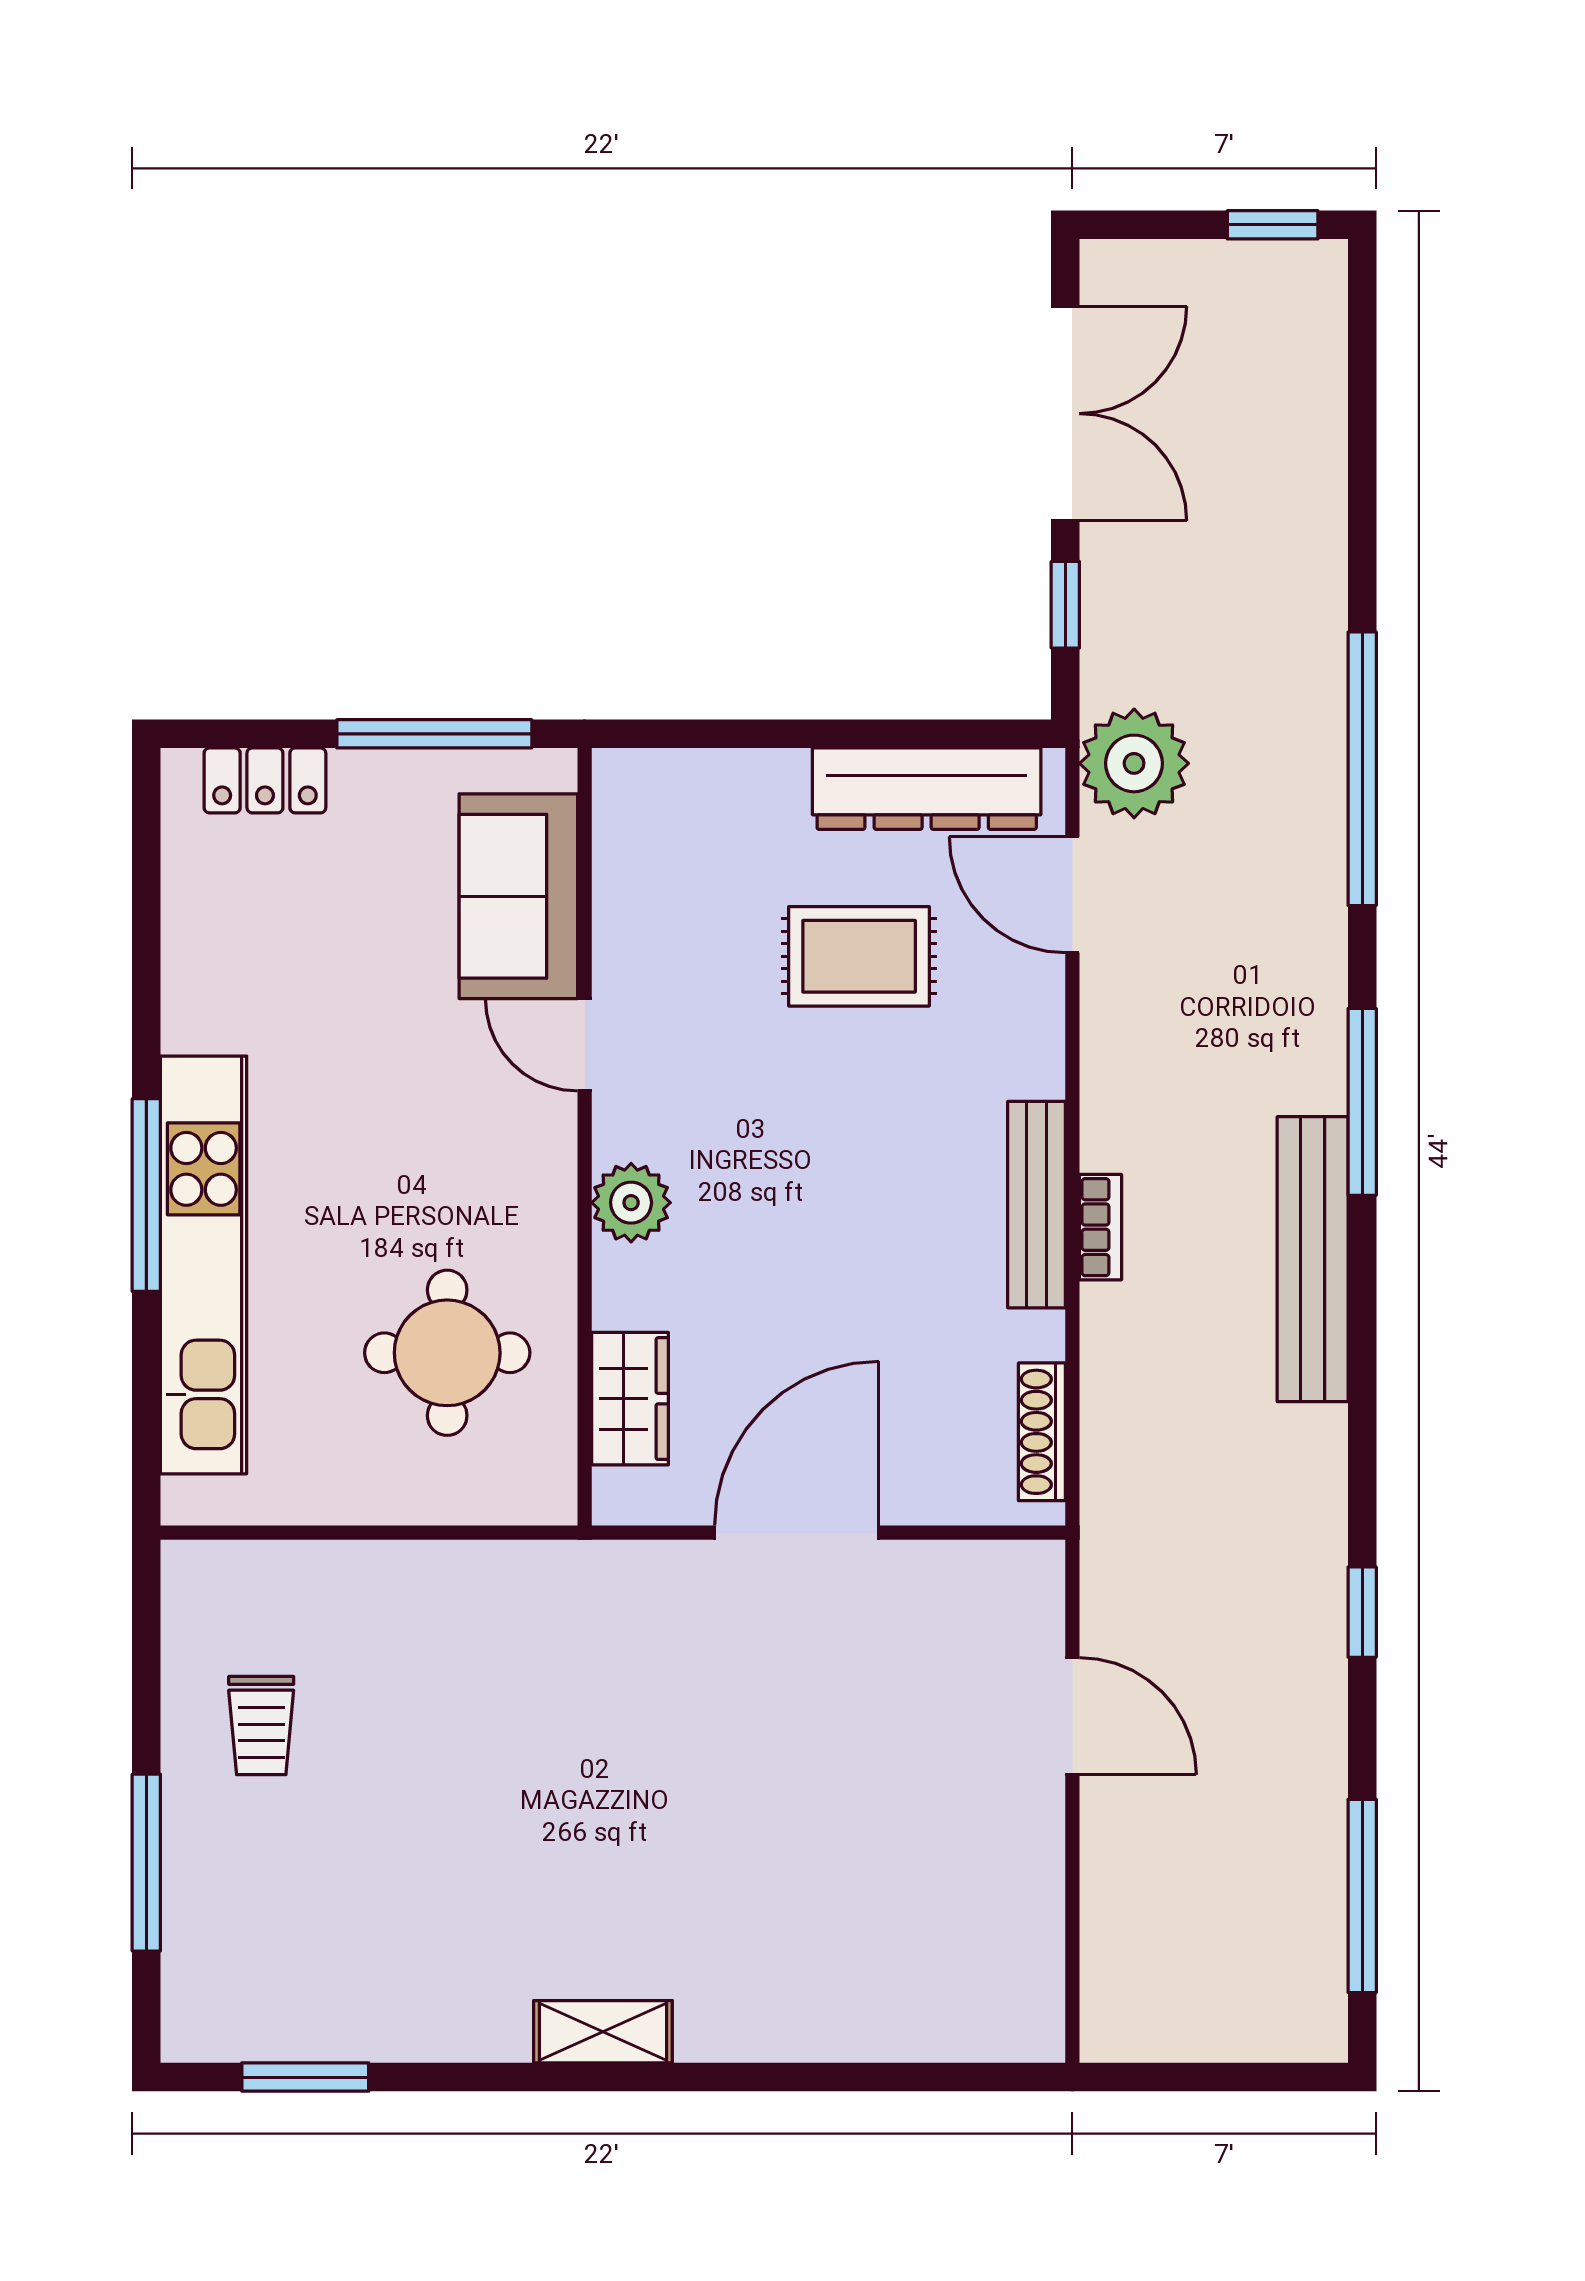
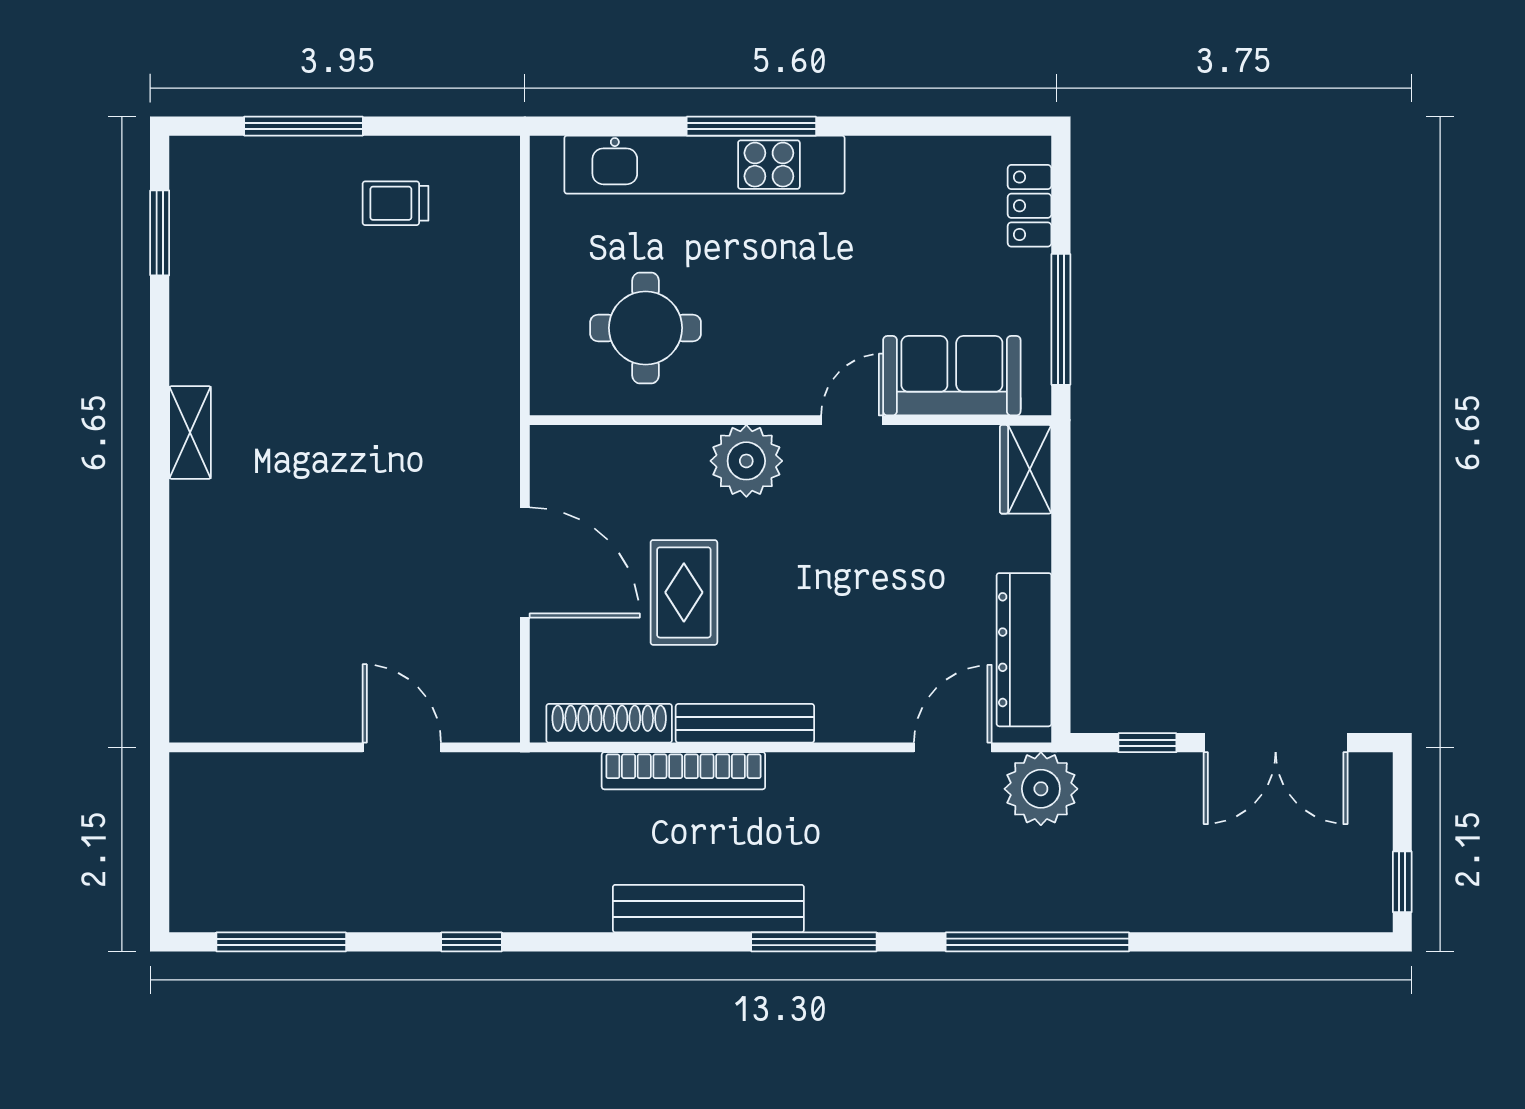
rug: (859, 956) -> (684, 592), moved
plant: (631, 1203) -> (746, 461), width x1.36, depth x1.36
bookcase: (1101, 1227) -> (683, 771), width x2.31, depth x1.31
wardrobe: (630, 1399) -> (1026, 469), moved, turned 90
shoe rack: (1042, 1432) -> (609, 723), width x1.36, depth x1.24
door: (1072, 1716) -> (402, 747), swing flipped

